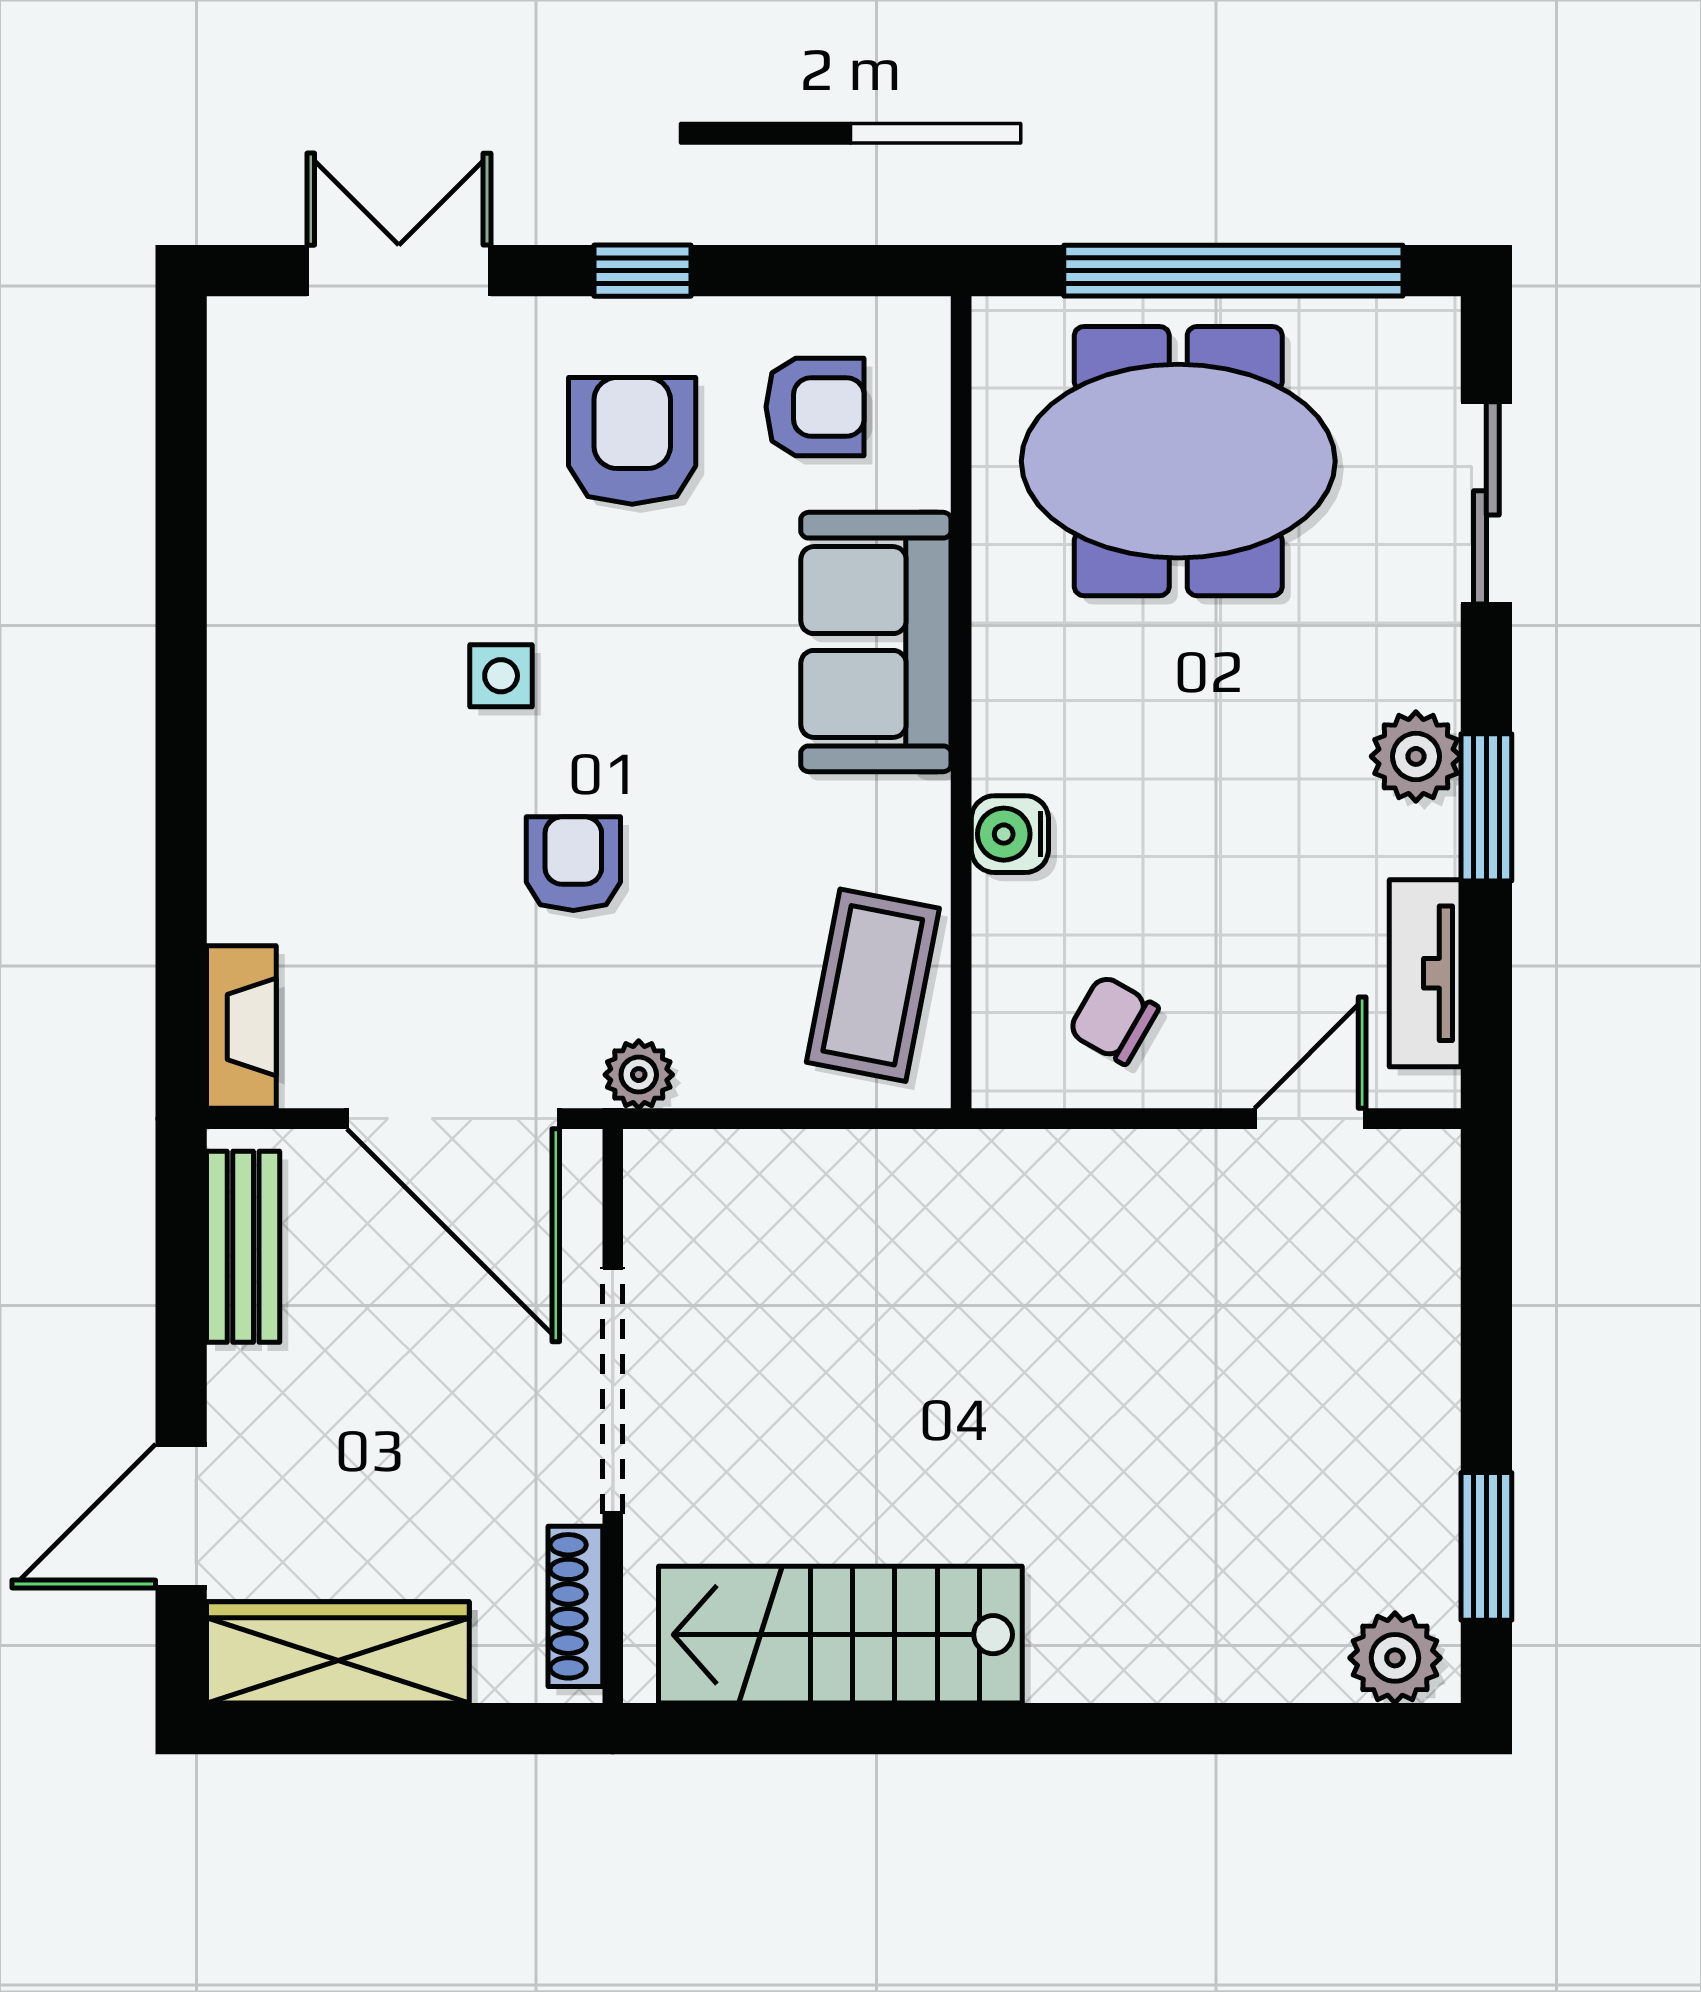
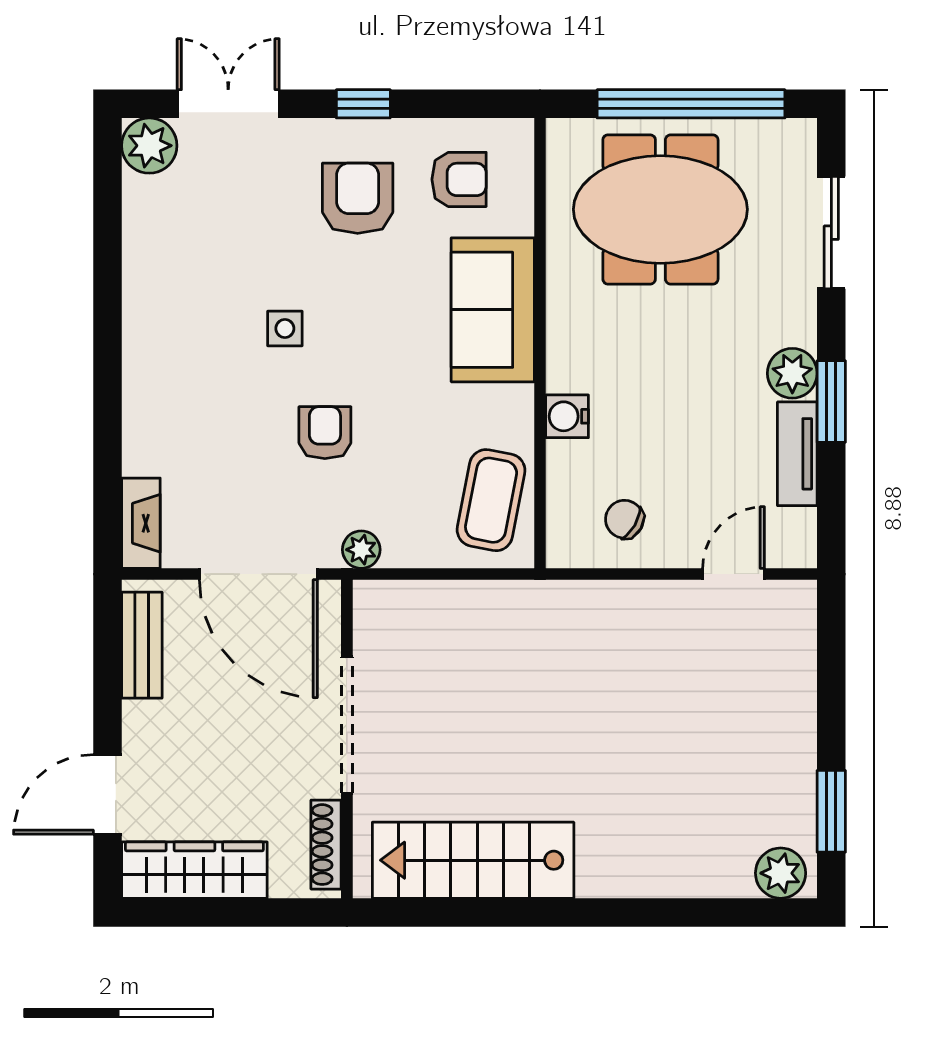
plant: (256, 346) -> (149, 146), added
tv unit: (1425, 973) -> (797, 454), moved

